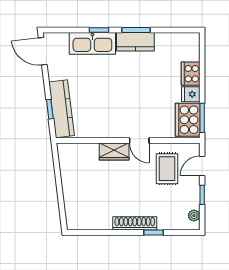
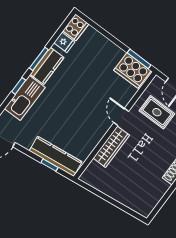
cooker: (191, 74) -> (76, 27), moved, turned -90
fridge: (191, 94) -> (64, 42), moved, turned -90
door: (139, 141) -> (121, 117), swing flipped
wardrobe: (114, 151) -> (111, 147), width x1.50

